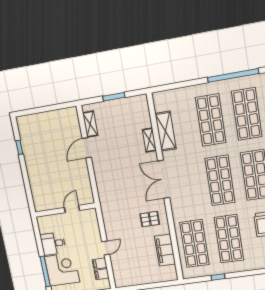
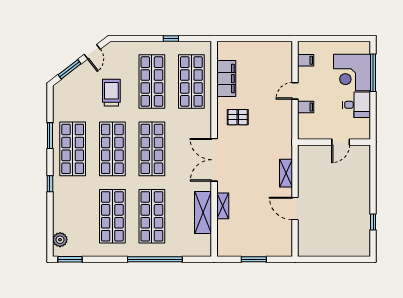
window: (233, 75) -> (155, 259), moved
shelving: (90, 124) -> (286, 173), moved
door: (87, 148) -> (295, 209), swing flipped
double door: (164, 179) -> (214, 160), swing flipped
door: (72, 209) -> (341, 142), moved
filing cabinet: (100, 264) -> (306, 107), moved

